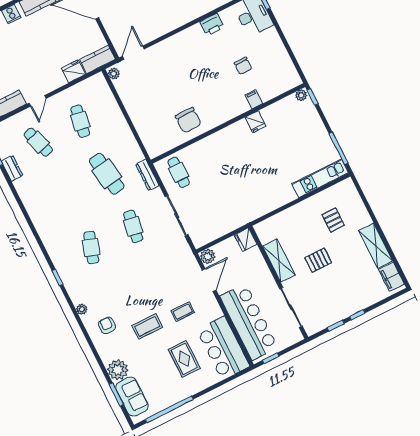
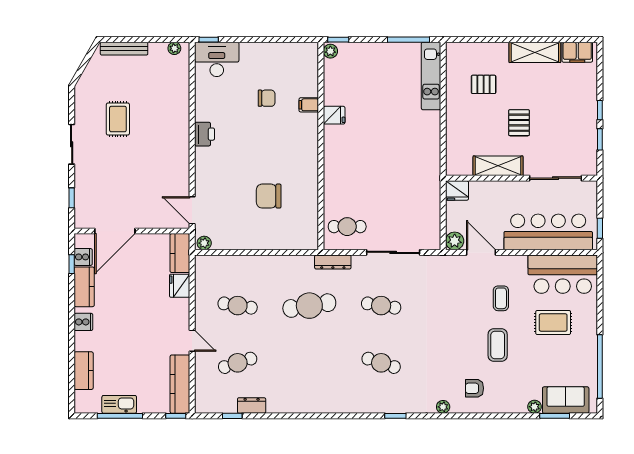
printer: (212, 25) -> (205, 134), moved
chair: (188, 120) -> (269, 196), moved, turned 180
plant: (118, 370) -> (535, 407), width x0.53, depth x0.53

